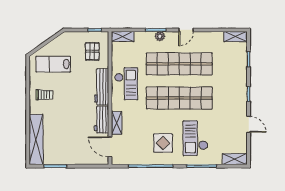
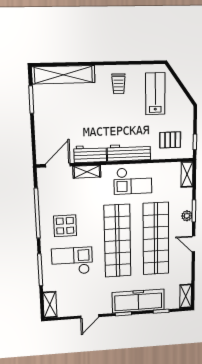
freezer: (237, 80) -> (138, 301), added

